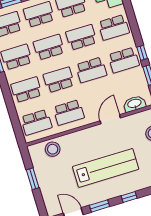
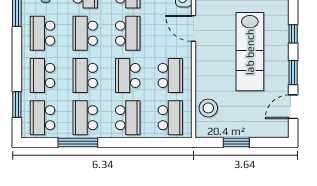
school desk: (26, 90) -> (128, 118), turned 180
lab bench: (106, 168) -> (250, 52), turned 180

